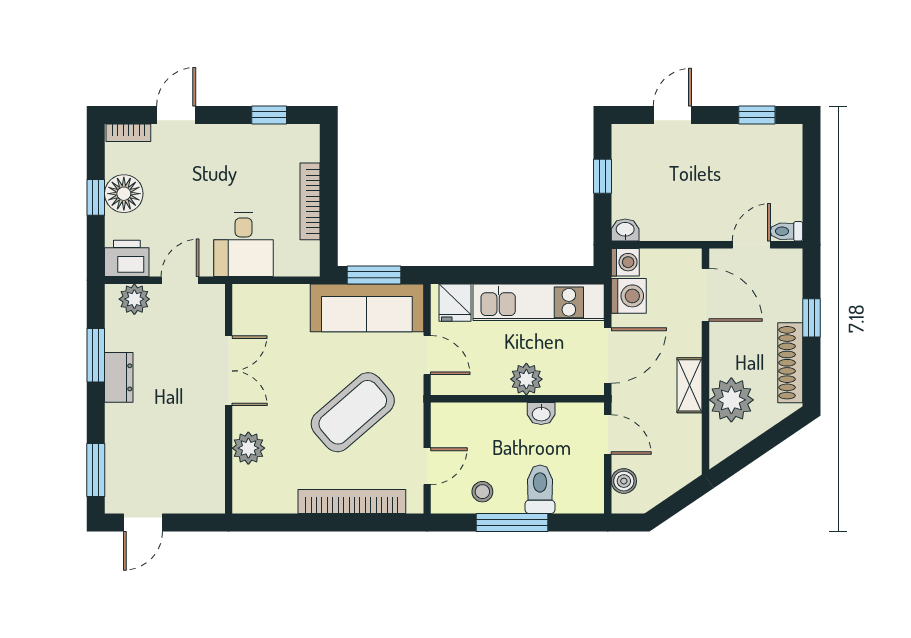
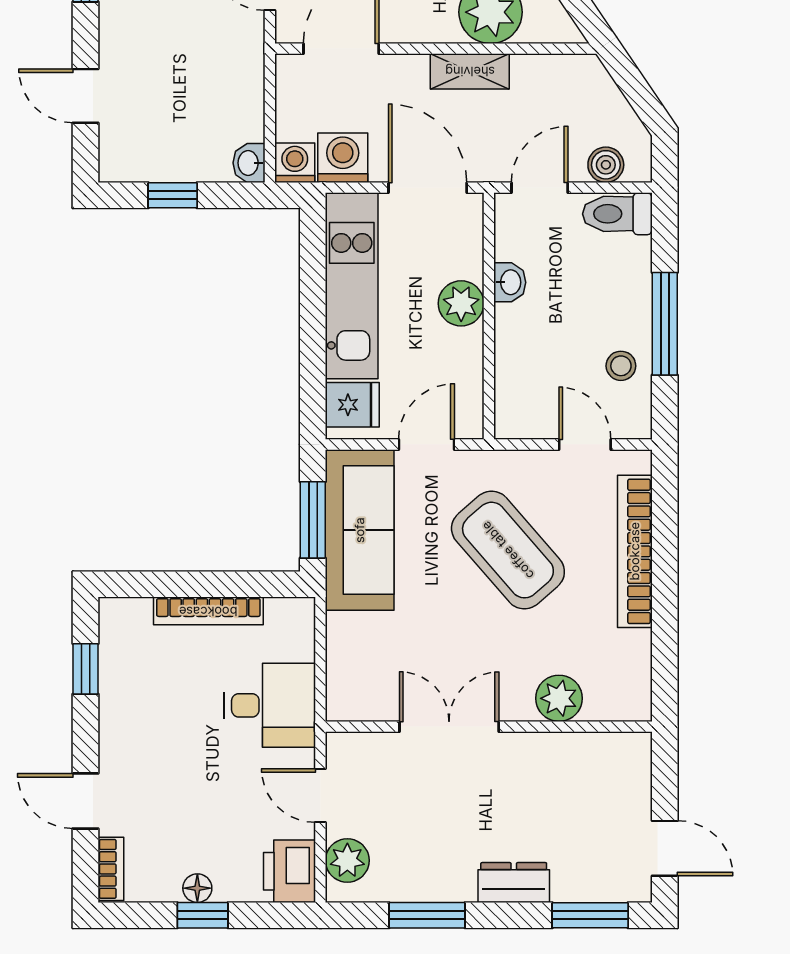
floor lamp: (124, 194) -> (197, 888), width x0.53, depth x0.53
dresser: (119, 377) -> (514, 883), moved
toilet: (540, 489) -> (617, 214), moved

